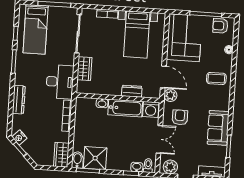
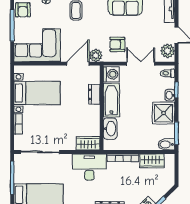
wardrobe: (84, 69) -> (88, 143), moved
washbasin: (102, 103) -> (110, 129), width x1.91, depth x1.45
wardrobe: (61, 155) -> (152, 161), moved
shower: (95, 158) -> (164, 113), moved
washbasin: (137, 167) -> (170, 95), moved

